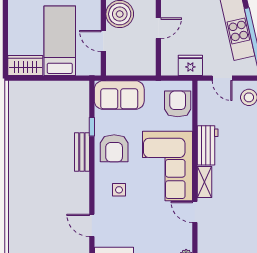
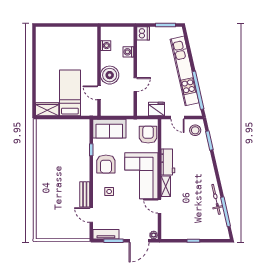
bench: (82, 152) -> (85, 194), moved

